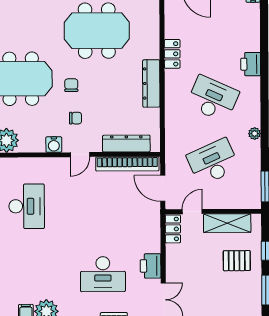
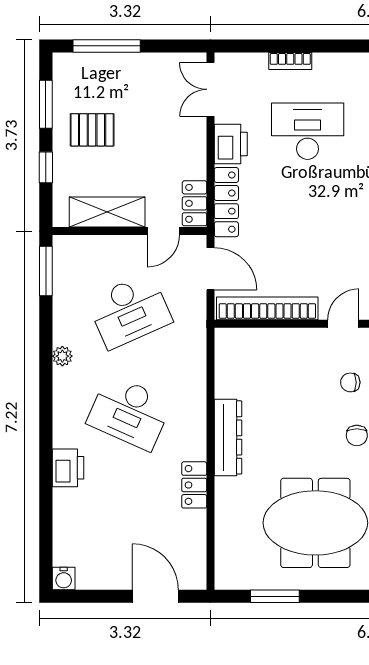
dresser: (126, 144) -> (269, 341), removed
locker: (153, 230) -> (226, 202), added
pallet: (237, 261) -> (92, 130), moved

